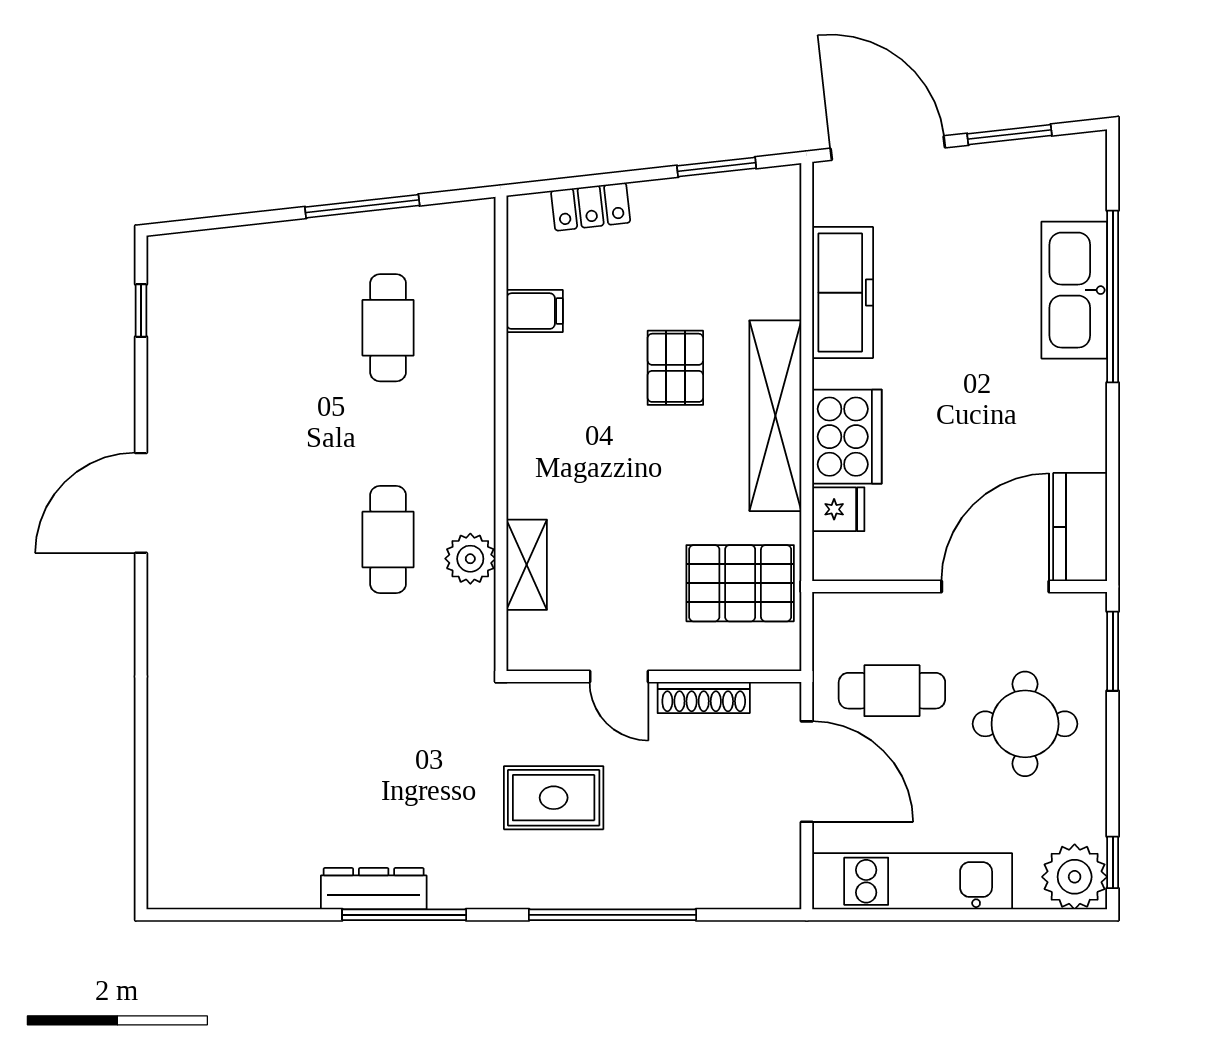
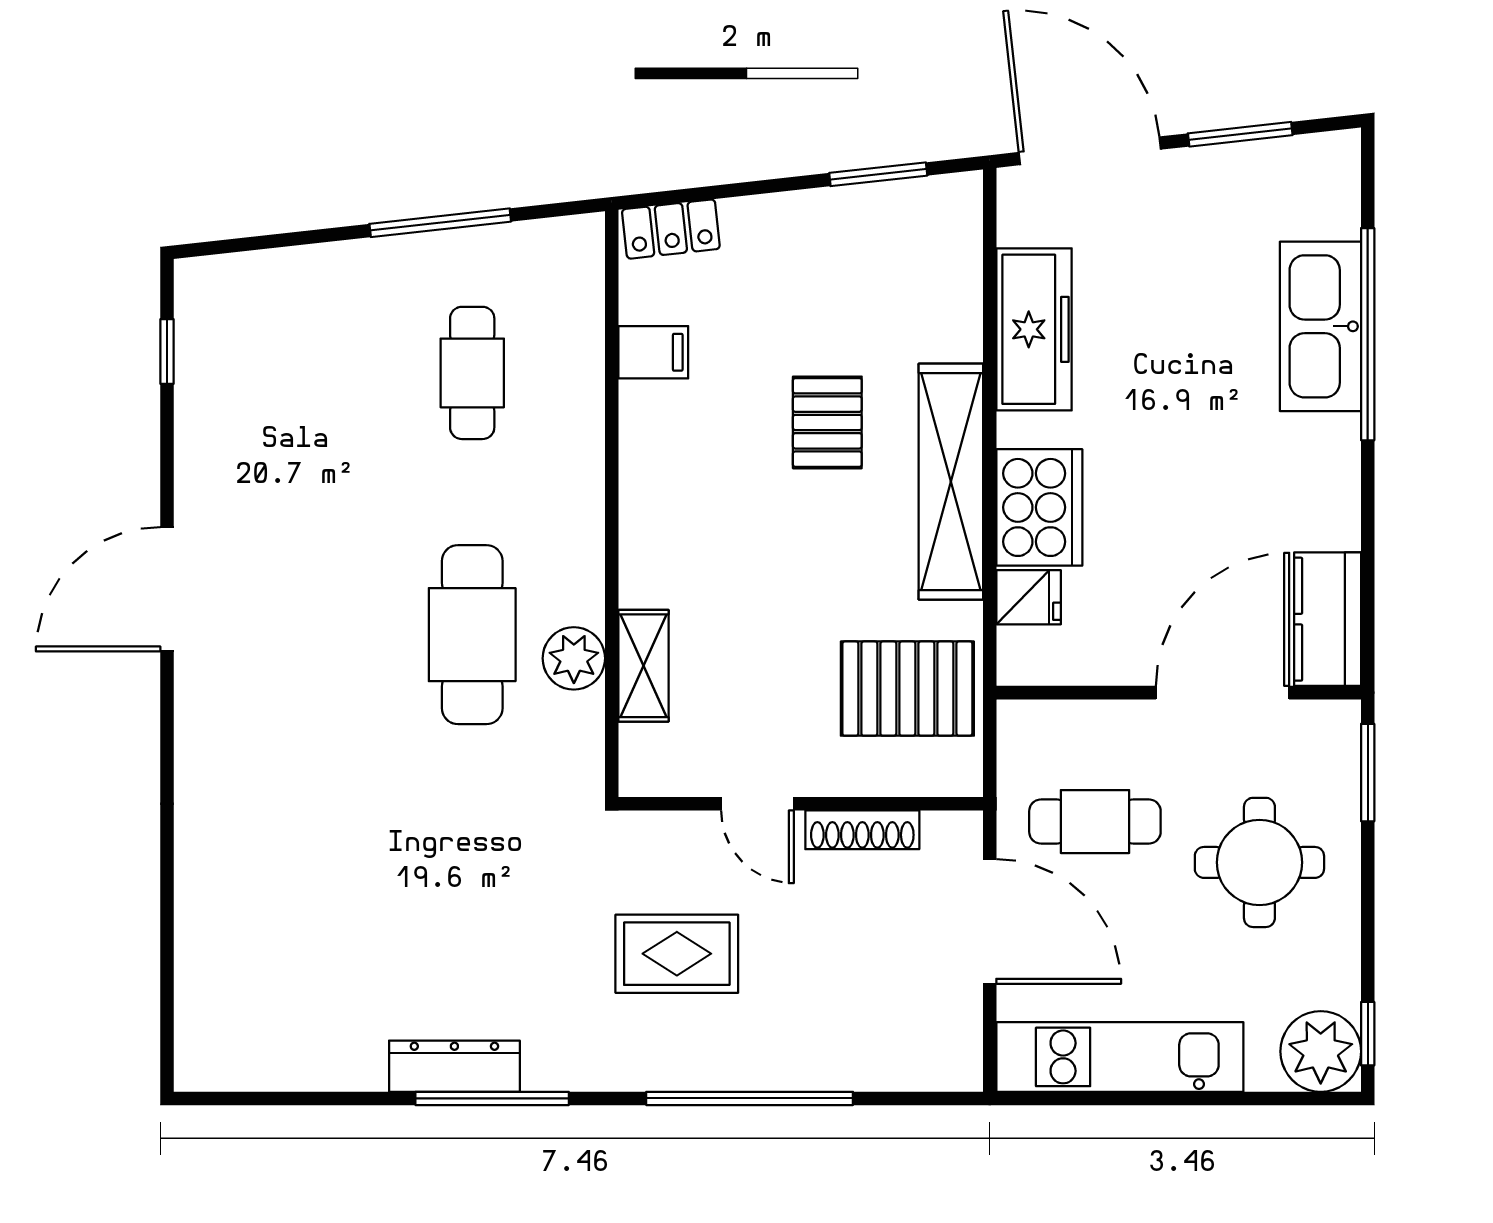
locker: (591, 207) -> (671, 229), moved
cafe table: (388, 540) -> (472, 635), width x1.37, depth x1.35

